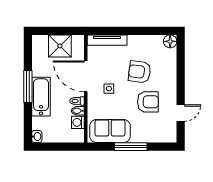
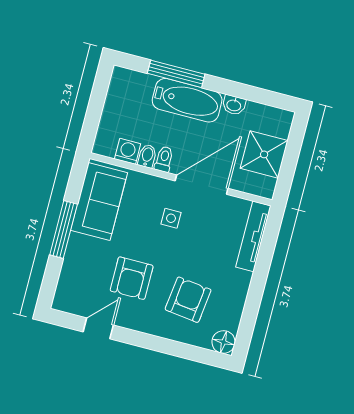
armchair: (140, 72) -> (188, 300), moved
window: (28, 86) -> (176, 74), moved
door: (181, 113) -> (98, 328), swing flipped
washbasin: (37, 137) -> (234, 105), moved

